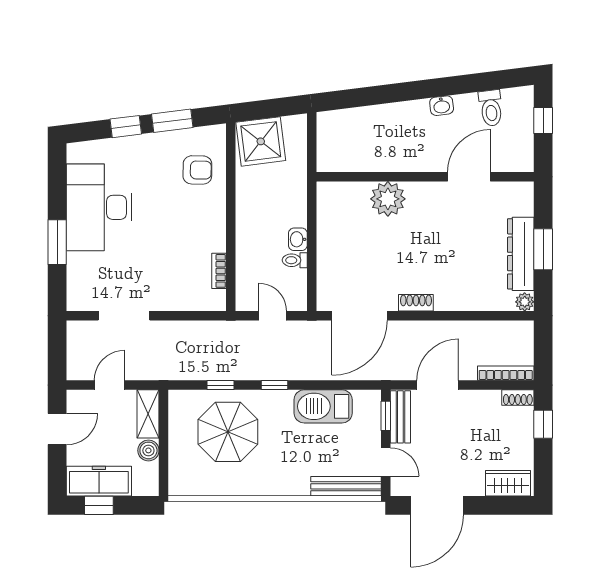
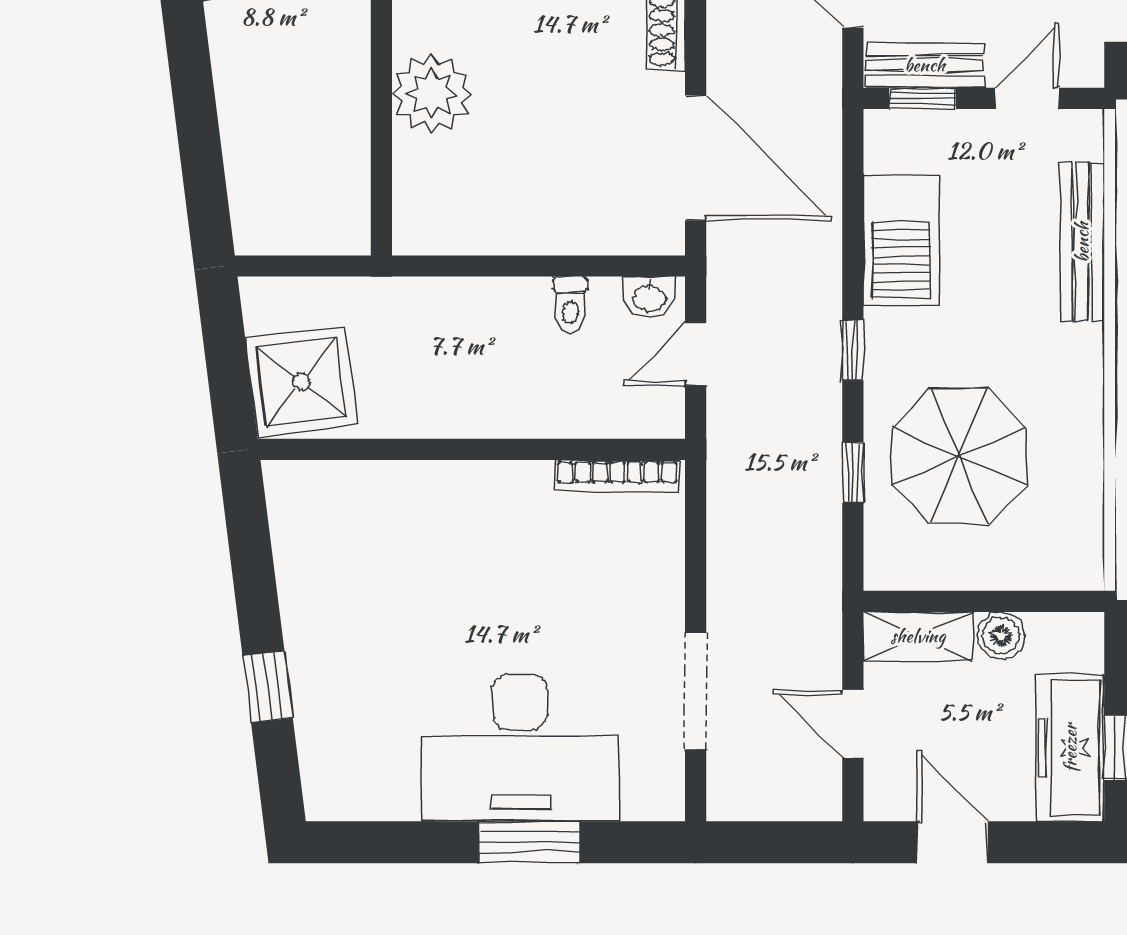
window: (172, 121) -> (255, 582), removed
armchair: (197, 170) -> (366, 525), removed
desk: (99, 207) -> (520, 748), moved
washbasin: (298, 239) -> (650, 297), moved
bookcase: (219, 271) -> (617, 476), width x1.56
bench: (346, 486) -> (1082, 242), moved

